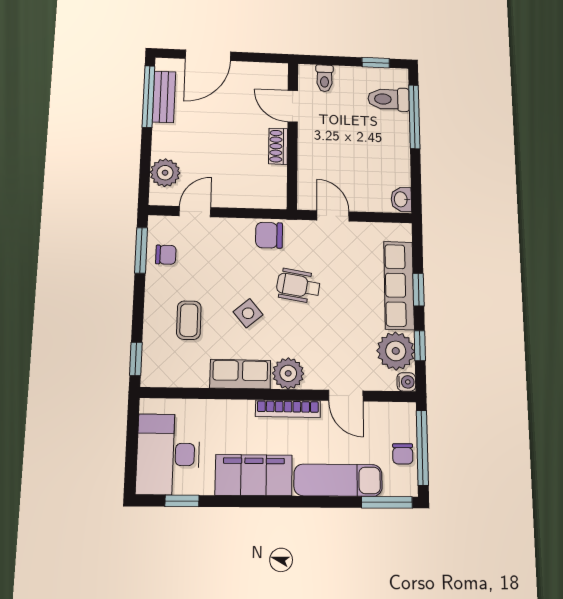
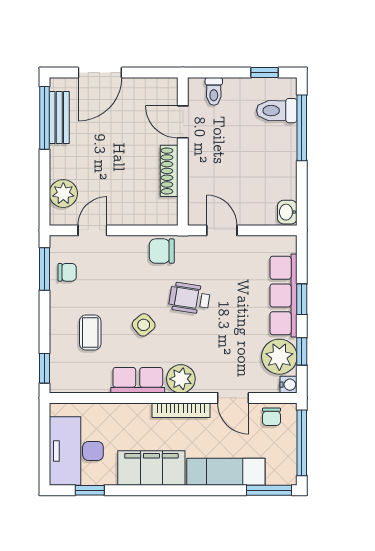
shoe rack: (278, 146) -> (169, 171), width x1.43
chair: (403, 454) -> (272, 417), moved

